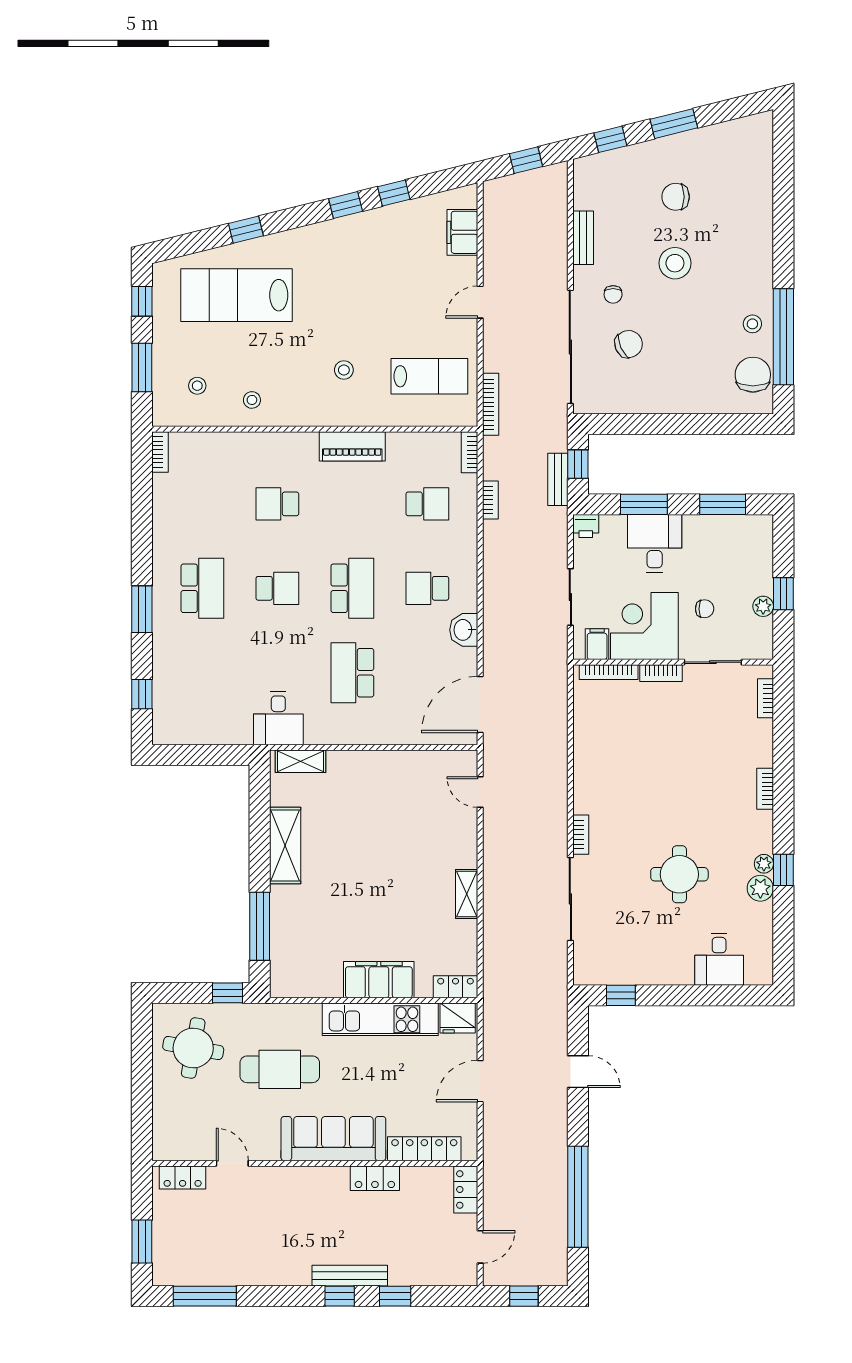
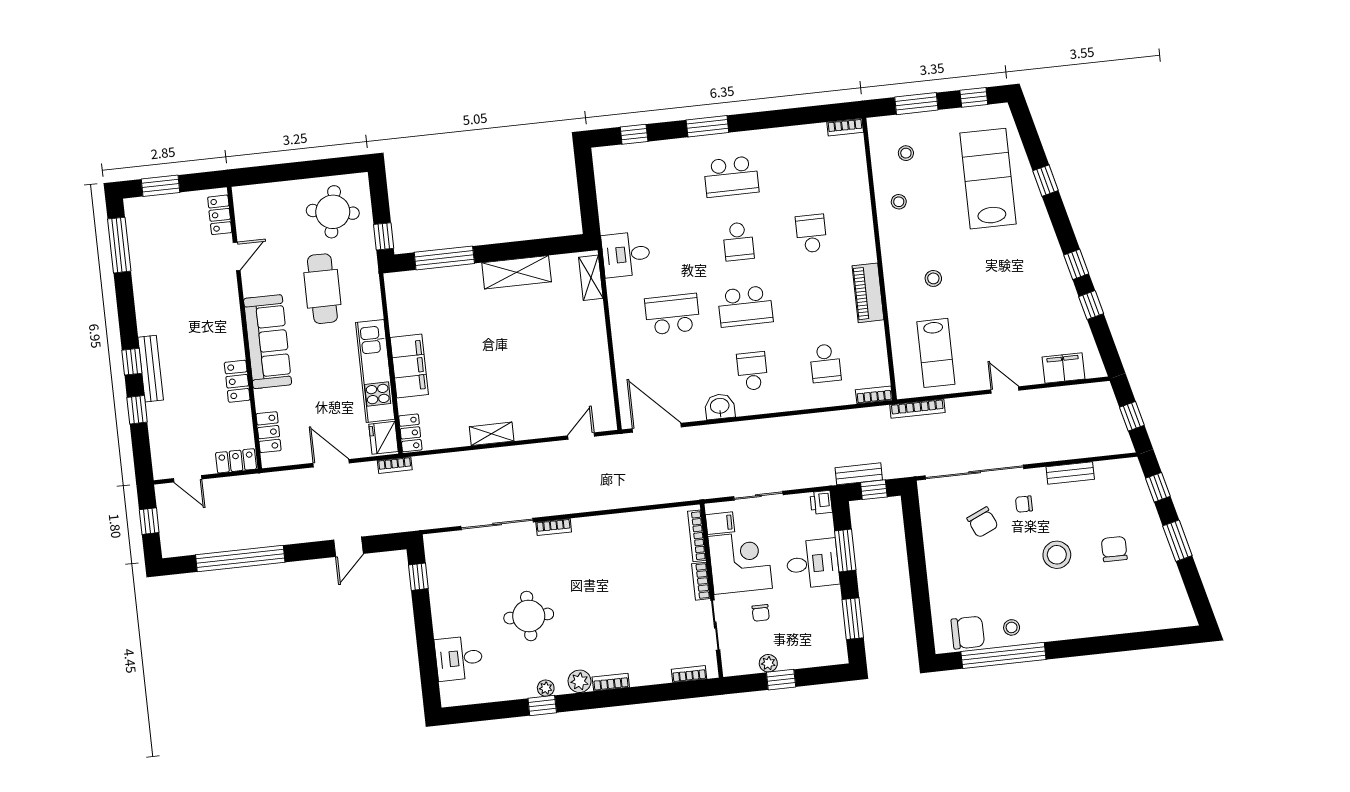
bookcase: (490, 500) -> (395, 465), moved
plant: (760, 888) -> (580, 681), moved
locker: (424, 1149) -> (269, 432), width x0.66

